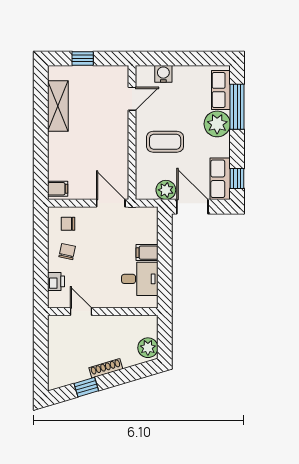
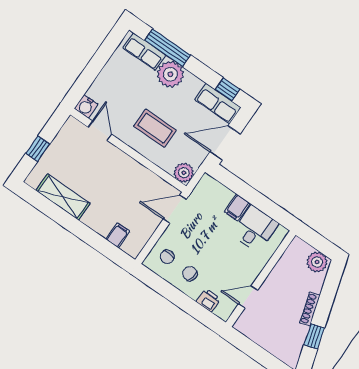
water cooler: (163, 74) -> (86, 106), moved, turned -90
coffee table: (165, 142) -> (155, 128), turned 90
filing cabinet: (58, 189) -> (118, 235), moved
plant: (166, 190) -> (184, 173), moved

